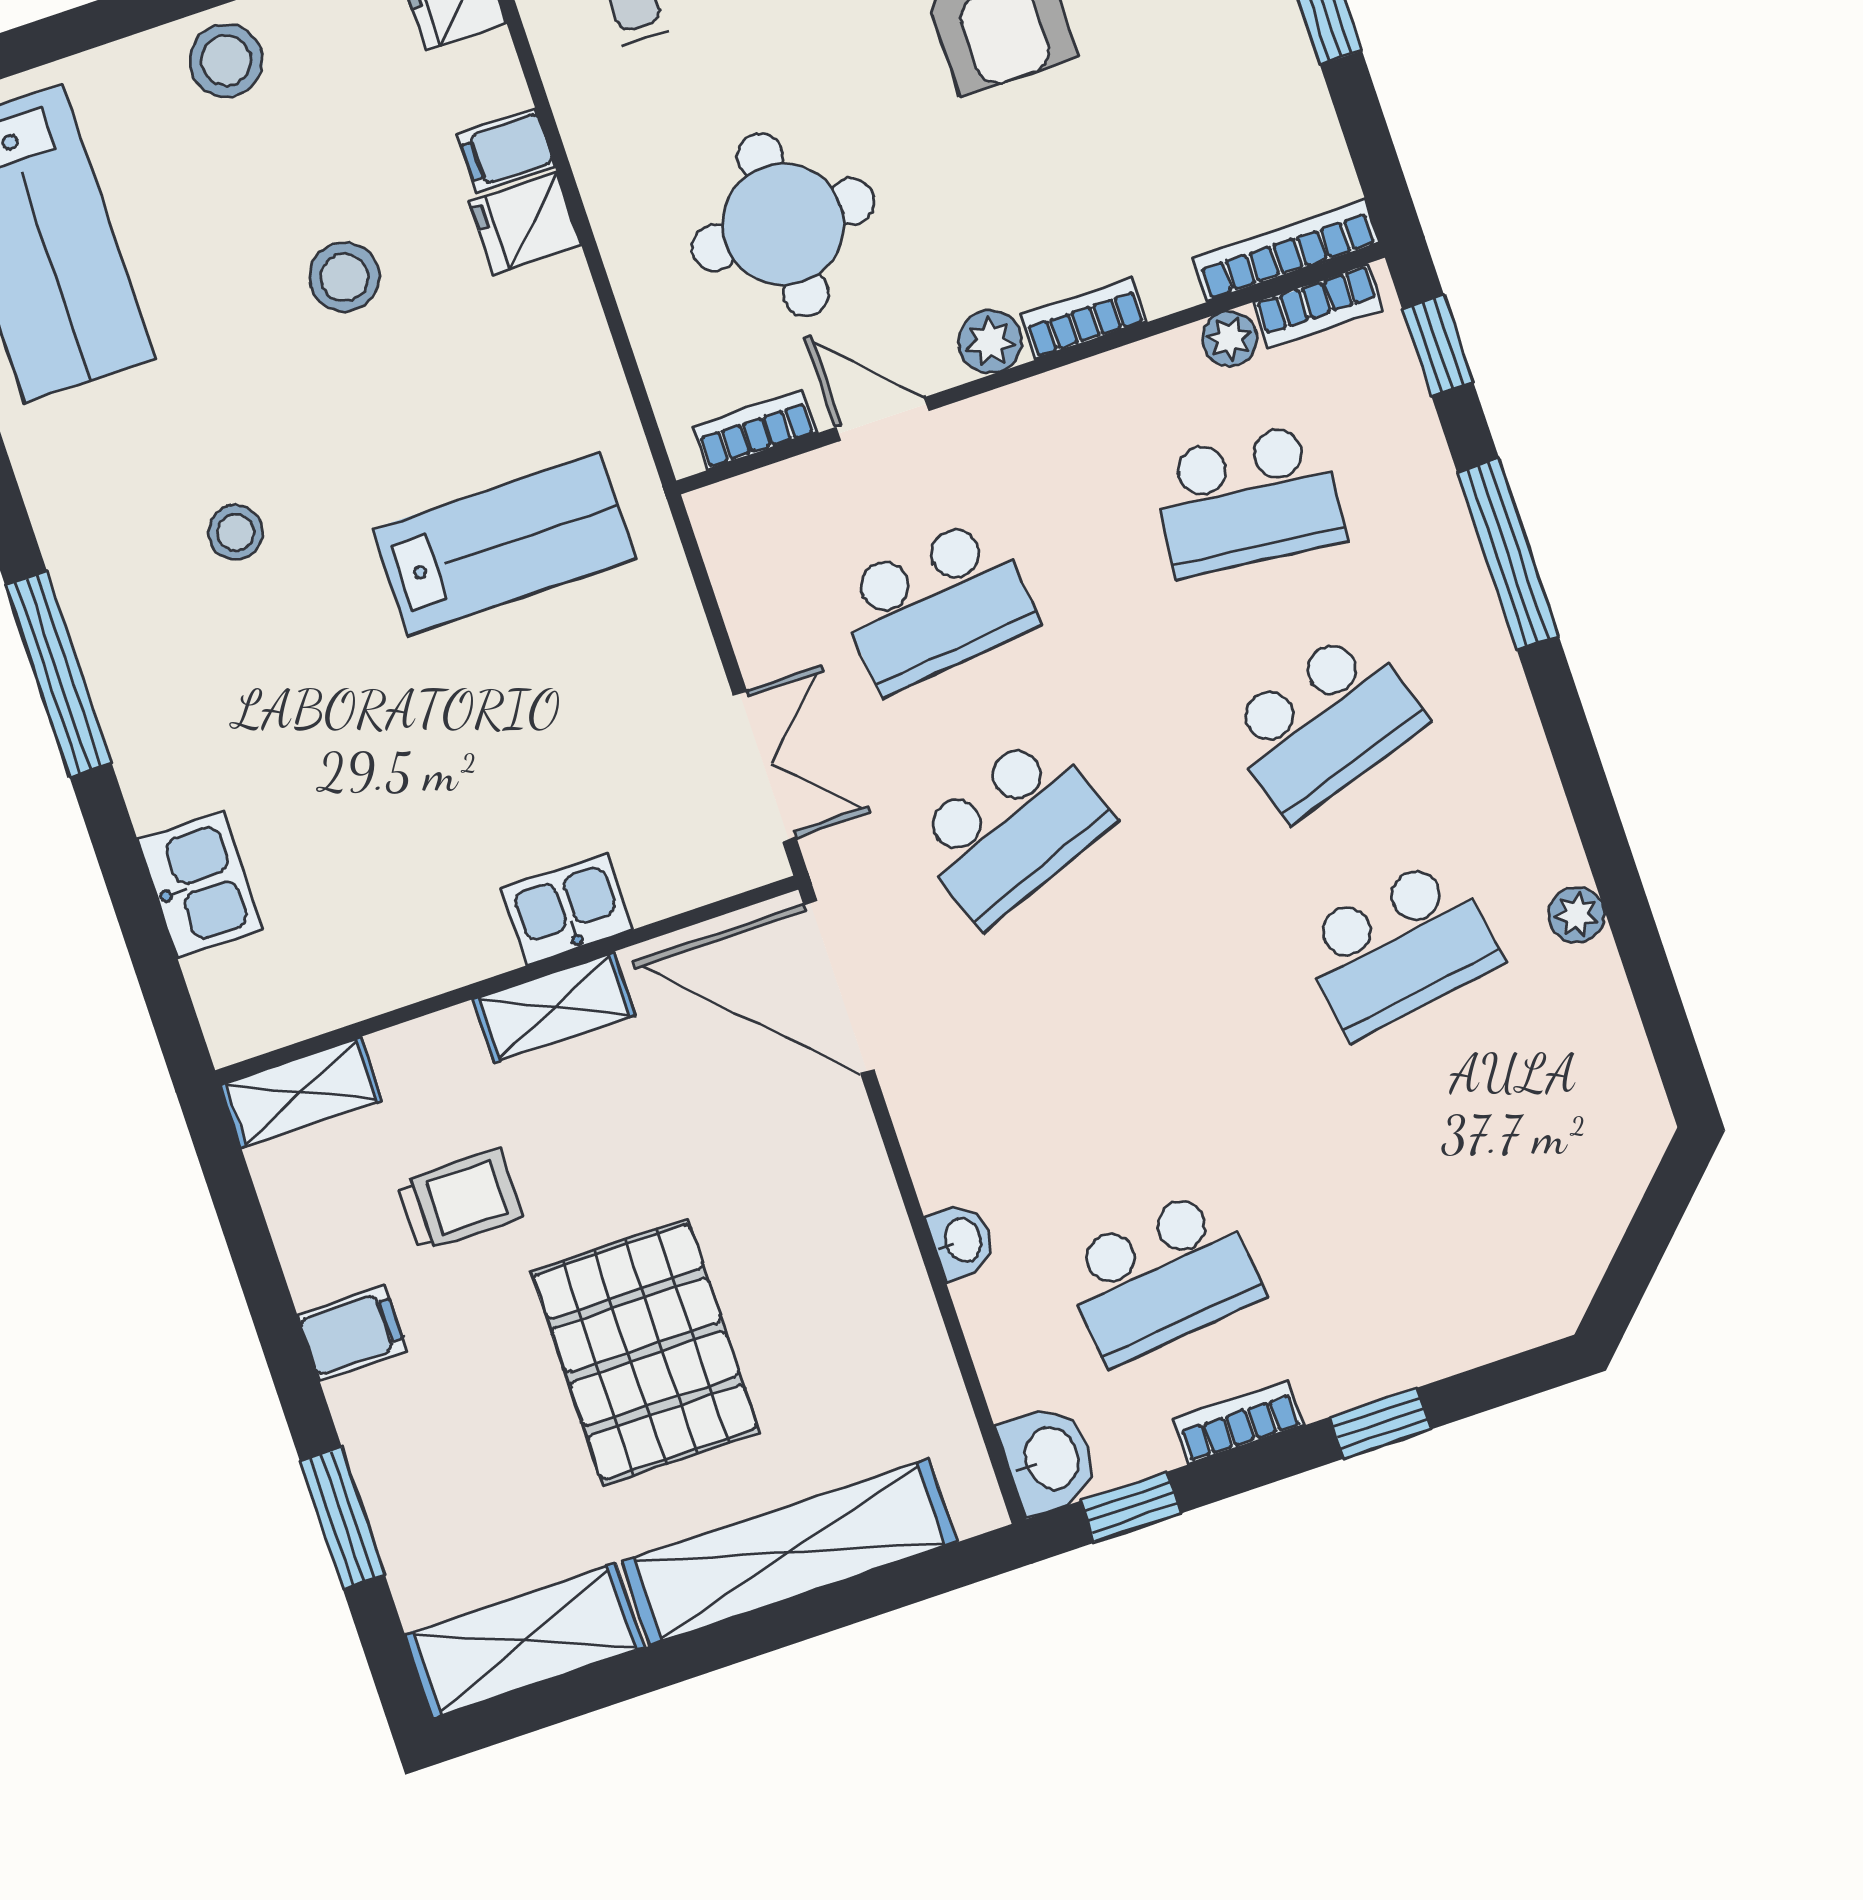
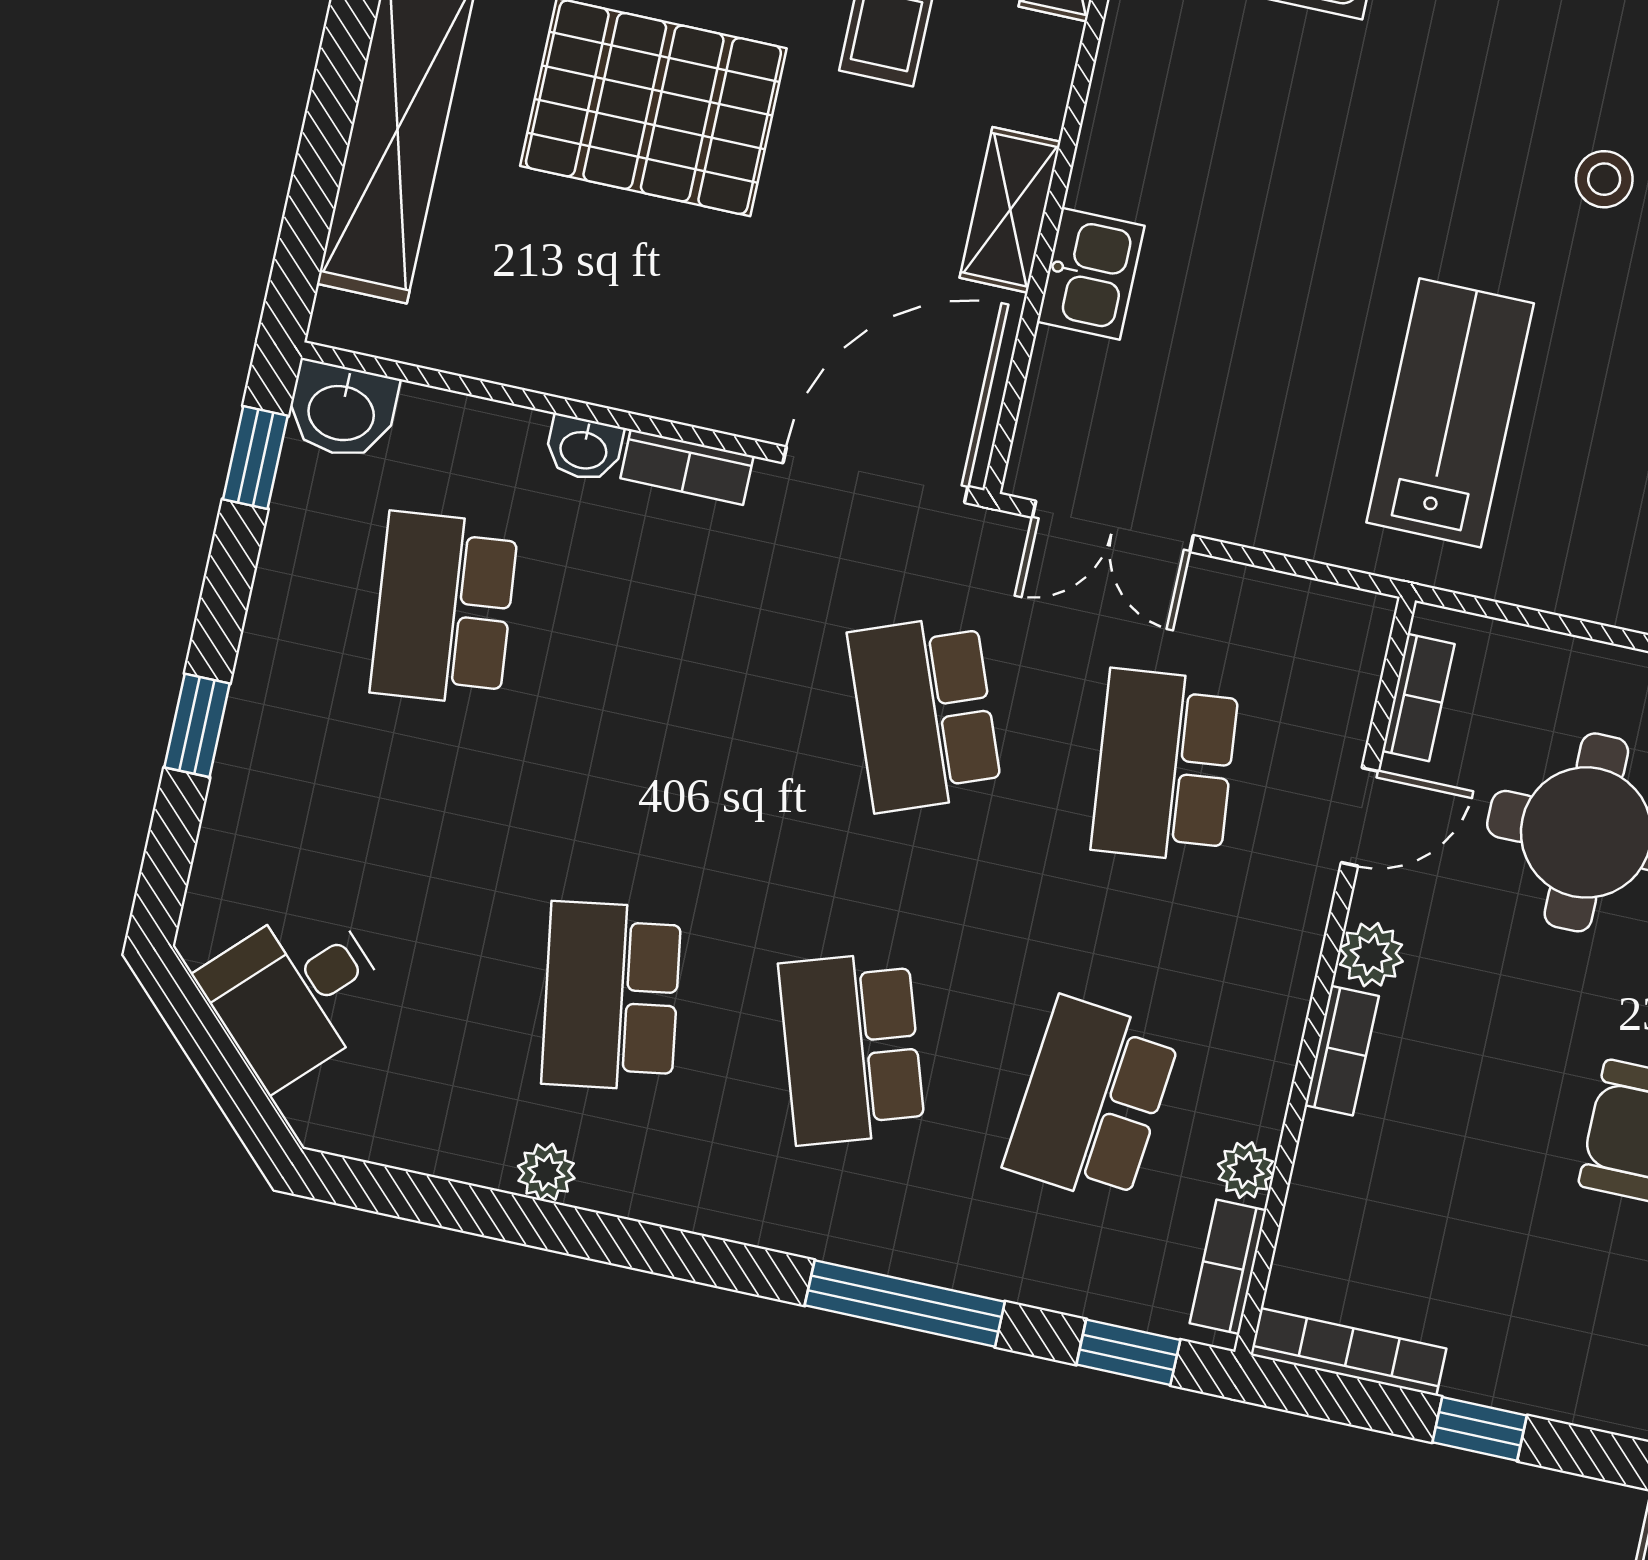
bookcase: (1286, 251) -> (1348, 1352), moved, turned -90
lab bench: (504, 544) -> (1450, 413), turned 180
desk: (1552, 1210) -> (296, 993), added
bookcase: (1238, 1422) -> (687, 467), moved, turned 90

